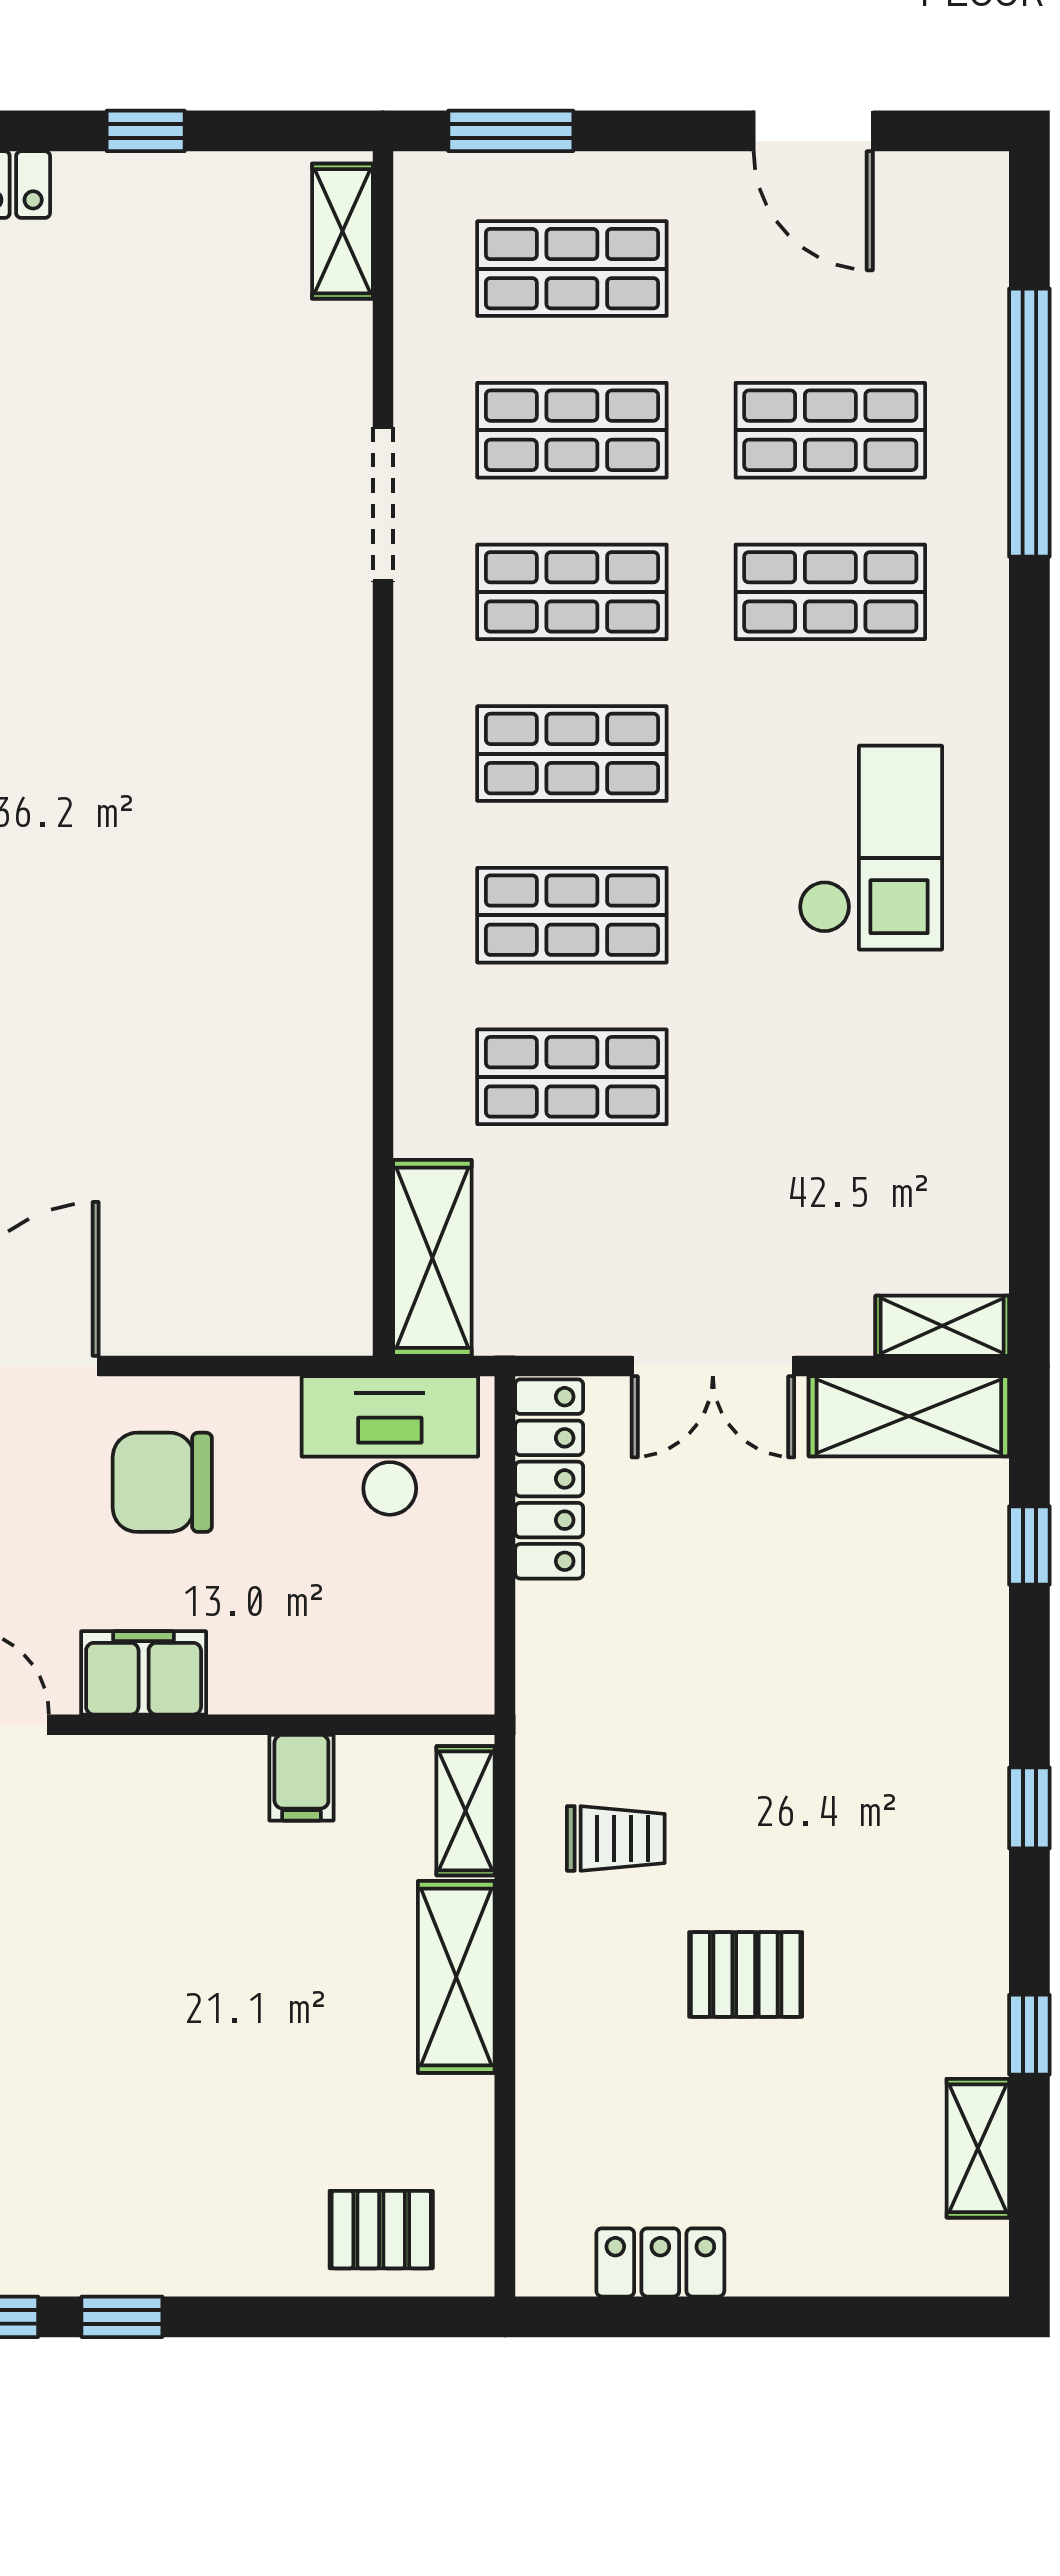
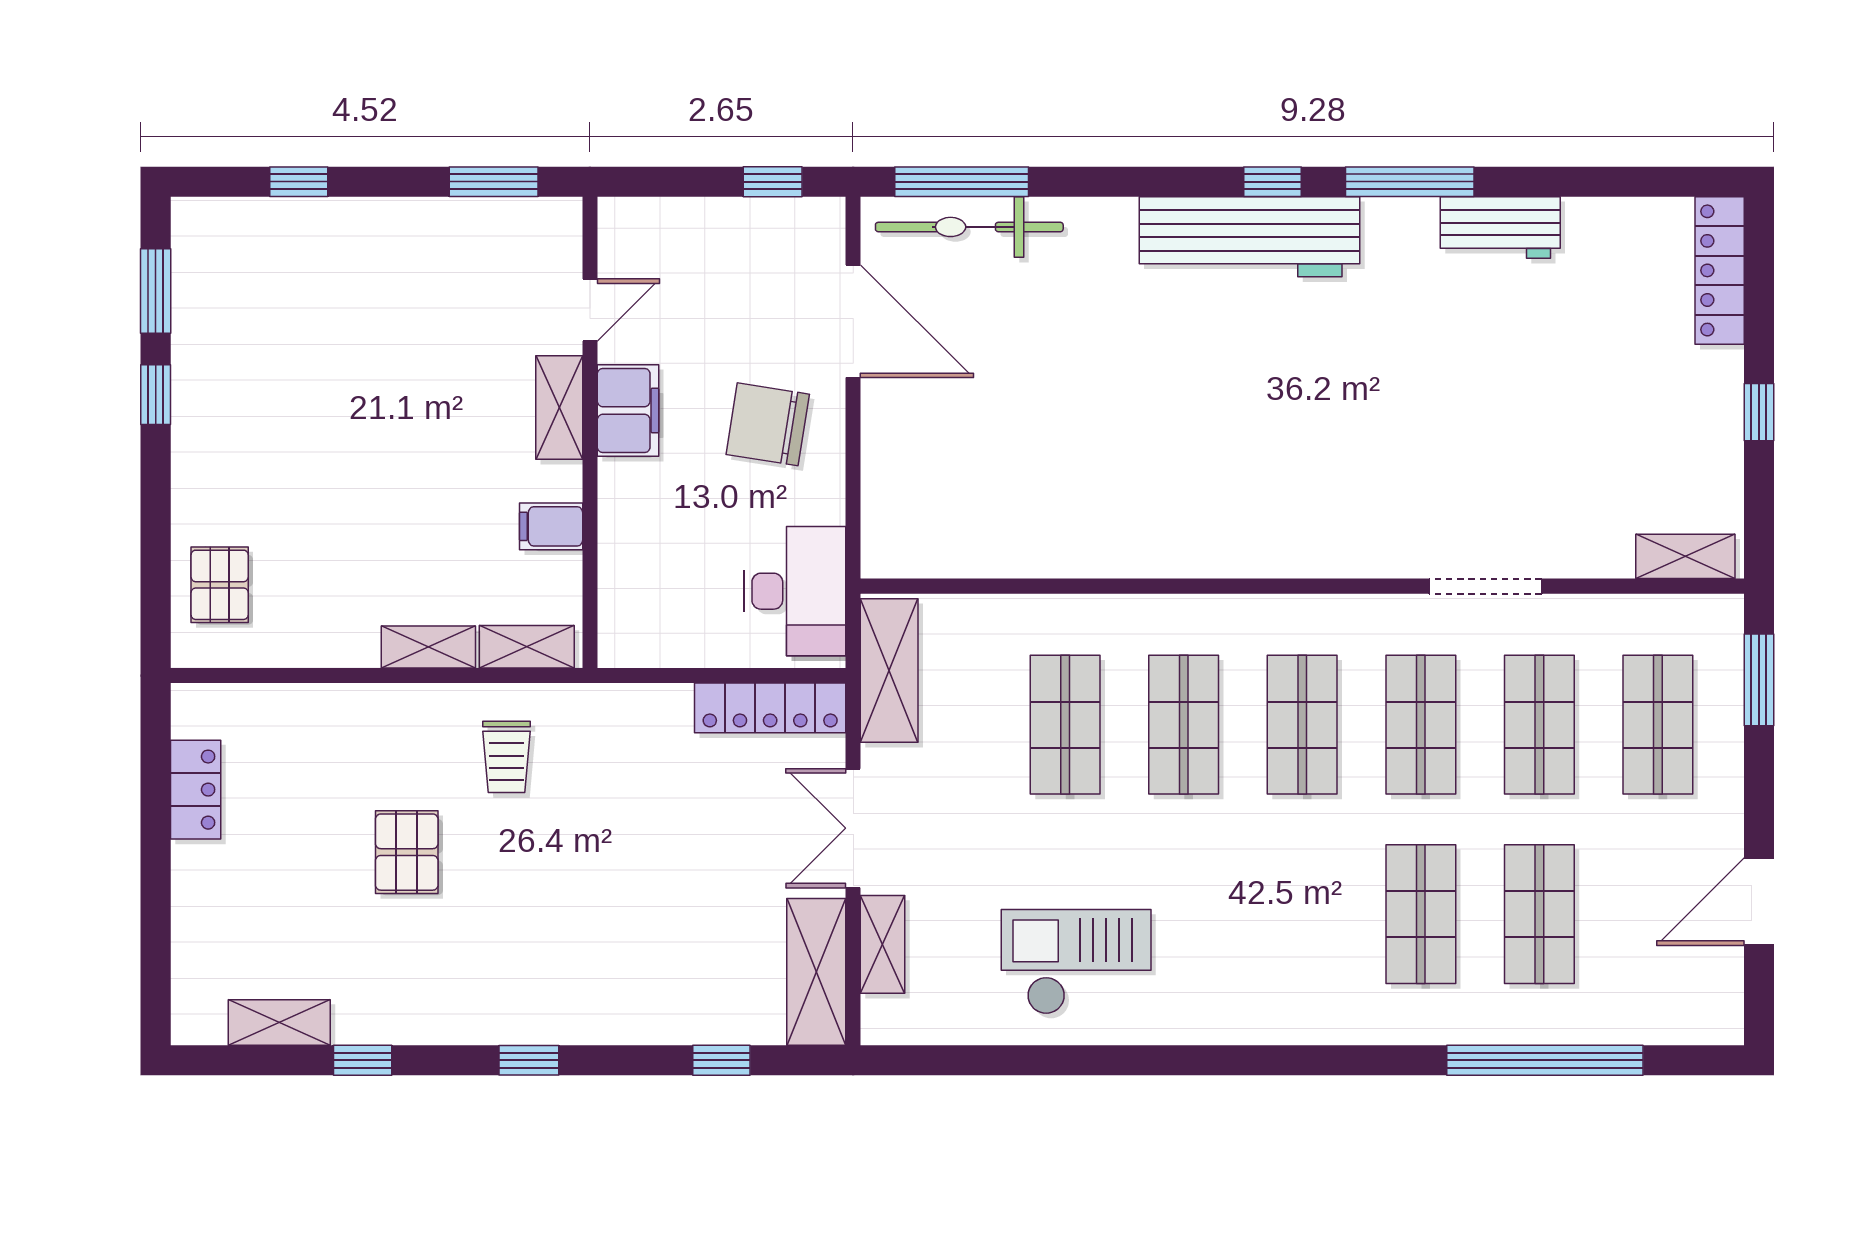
checkout: (870, 848) -> (1076, 962), moved, turned 180
shelving: (432, 1258) -> (889, 671), moved, turned 90
shelving: (942, 1326) -> (883, 944), moved
chair: (162, 1482) -> (768, 424), turned -81
shelving: (139, 1767) -> (559, 407), added
shelving: (456, 1977) -> (428, 647), width x0.67, depth x0.75

